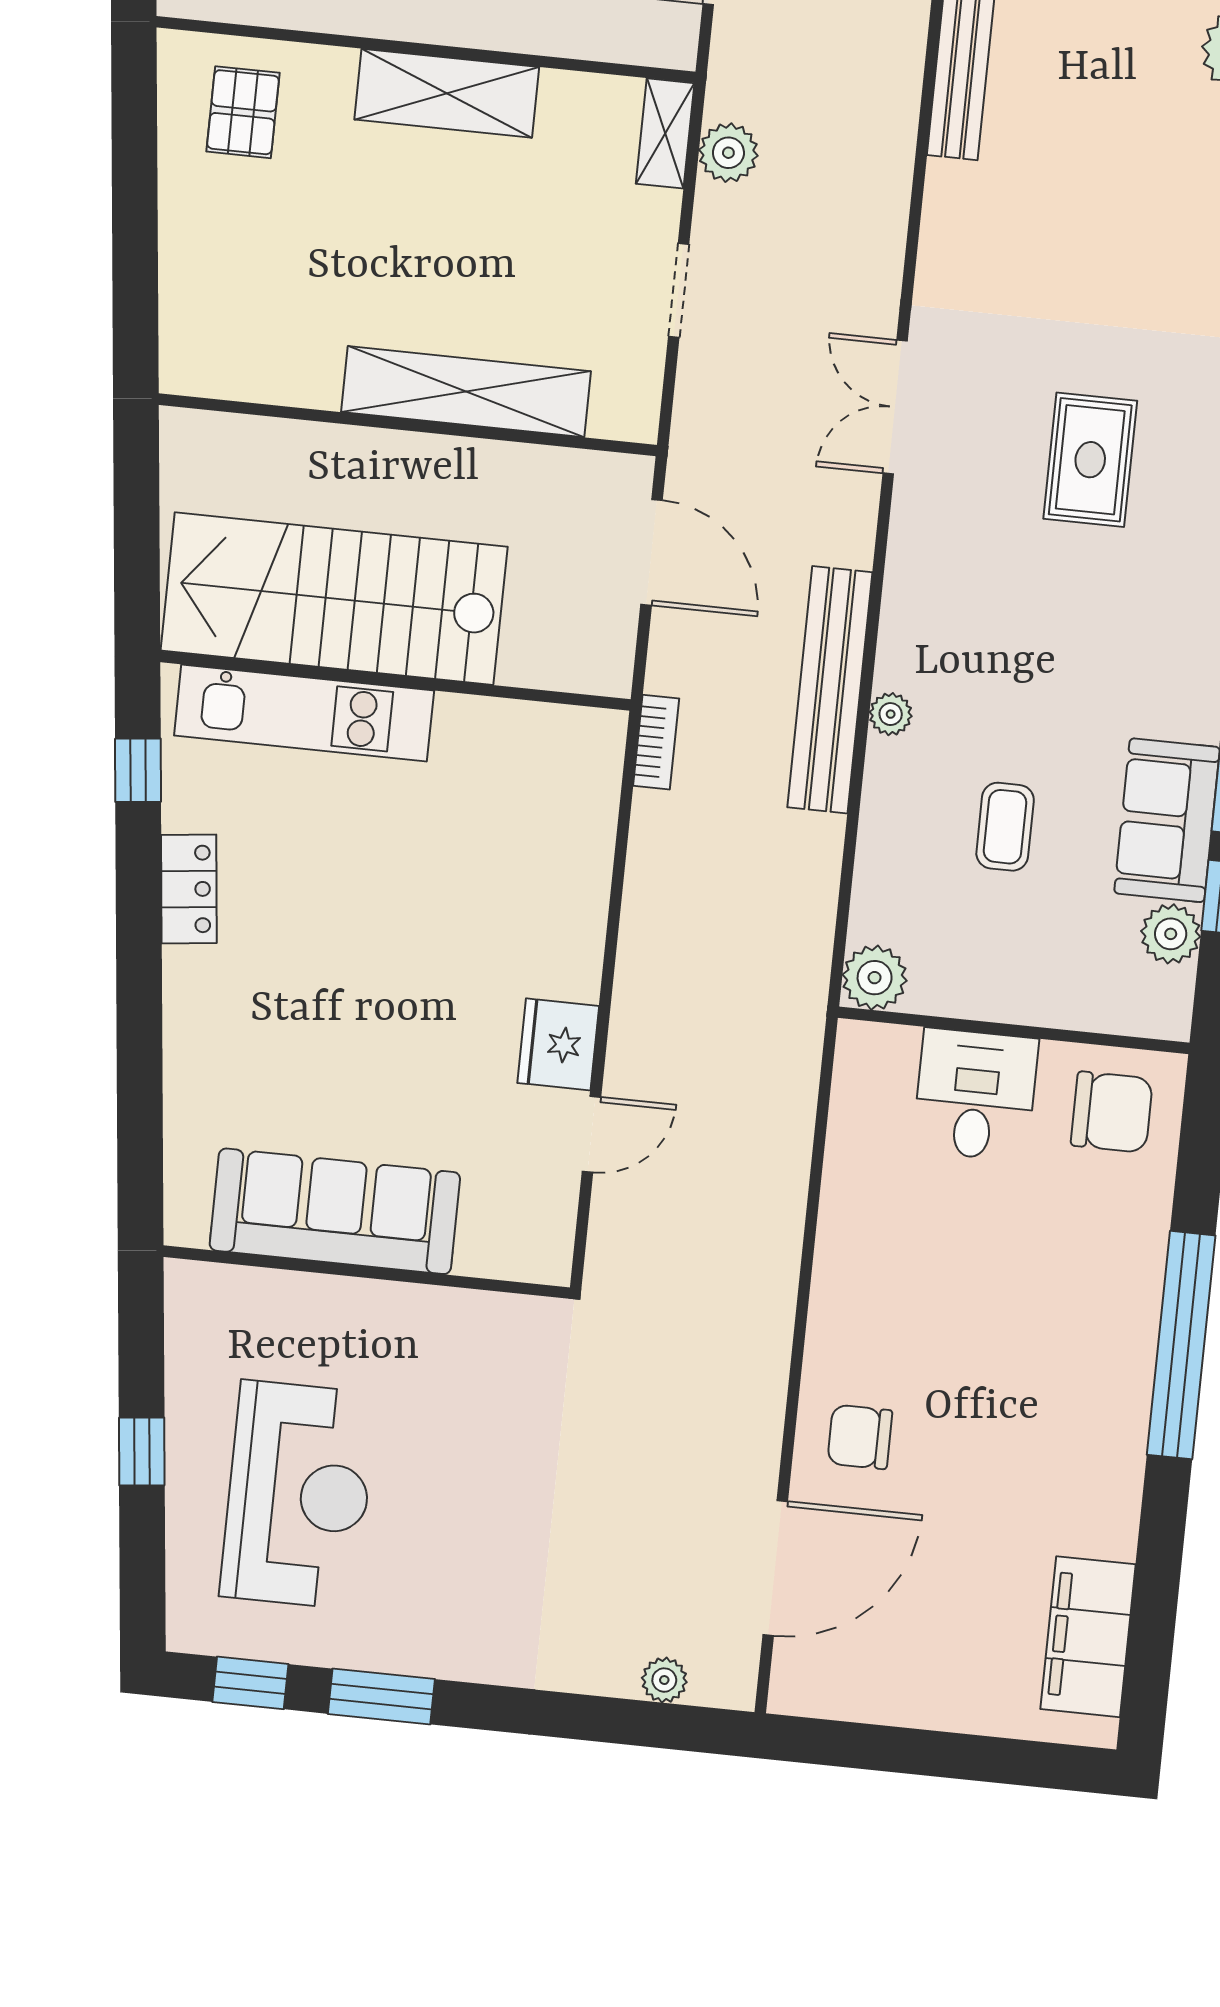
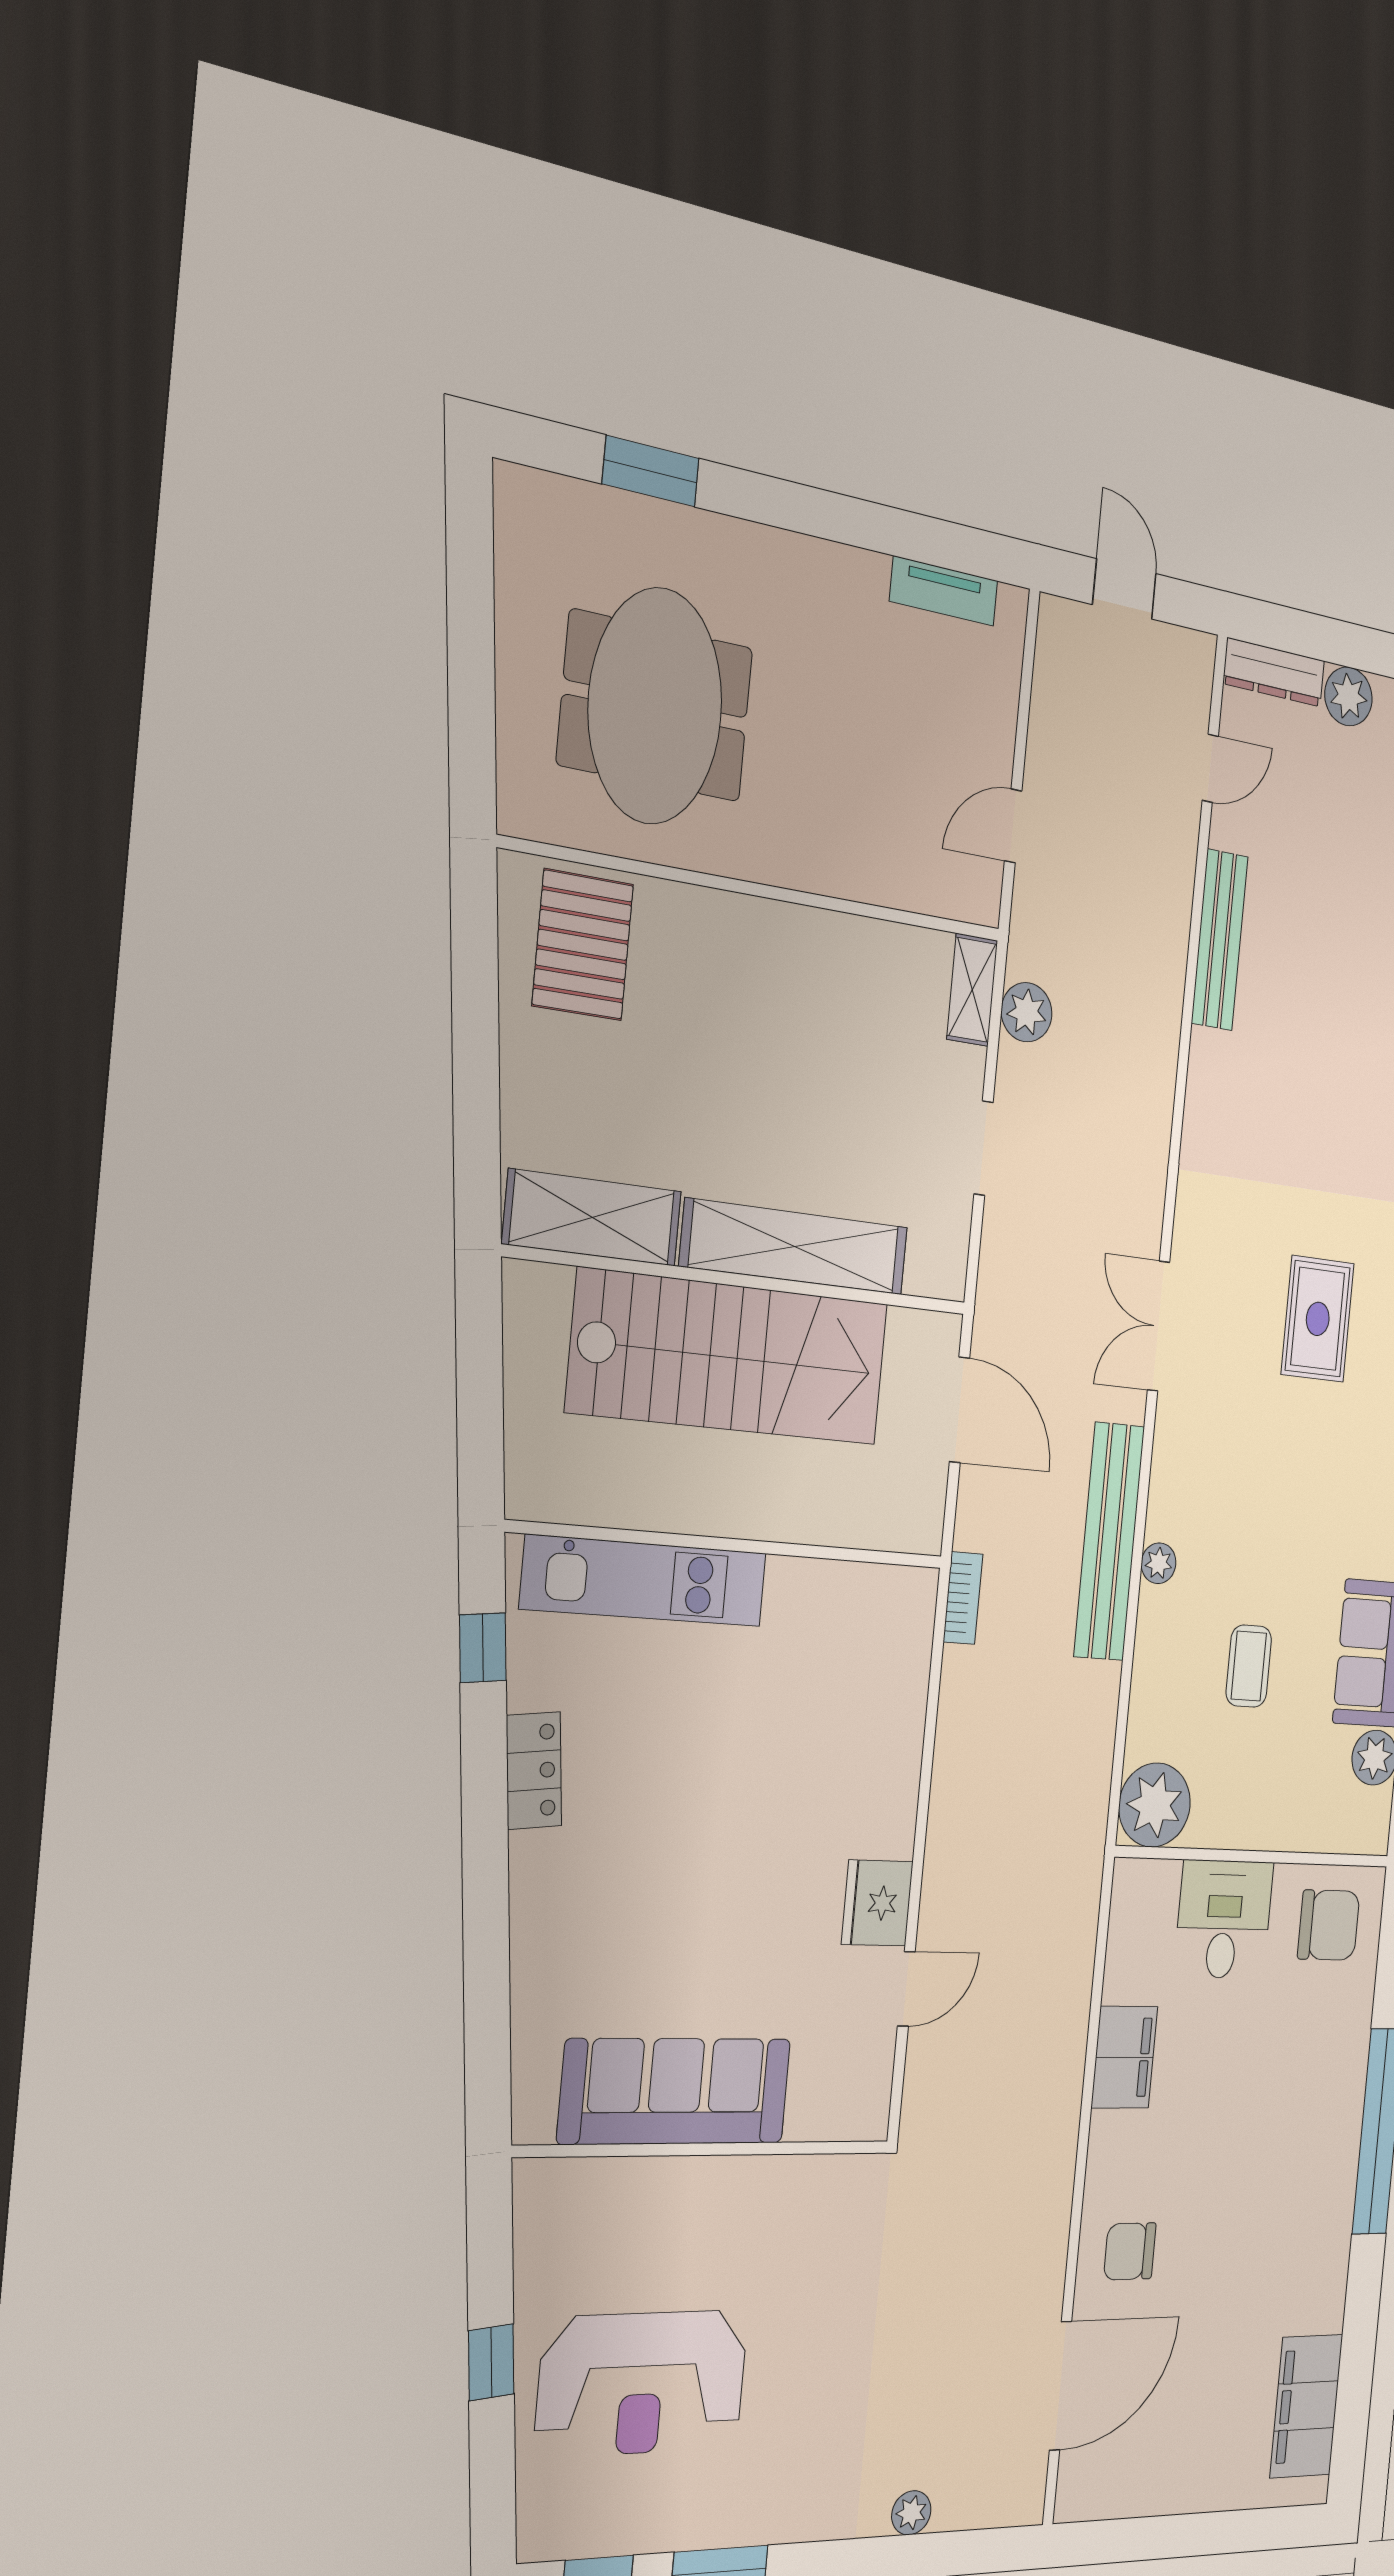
shelving: (447, 93) -> (592, 1218), moved
pallet: (243, 112) -> (583, 945), width x1.50, depth x1.42
double door: (895, 407) -> (1159, 1326), moved
stairs: (334, 599) -> (729, 1357), moved, turned 180
plant: (875, 978) -> (1155, 1805), width x1.36, depth x1.36
filing cabinet: (852, 1230) -> (1124, 2057), added
reception desk: (298, 1495) -> (642, 2383), turned 90
plant: (664, 1680) -> (911, 2513), moved

